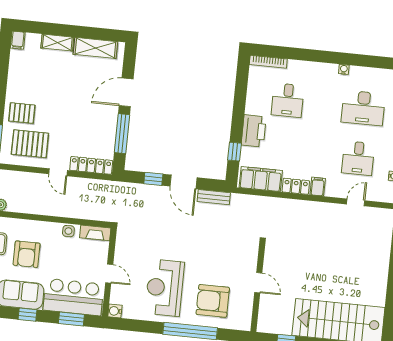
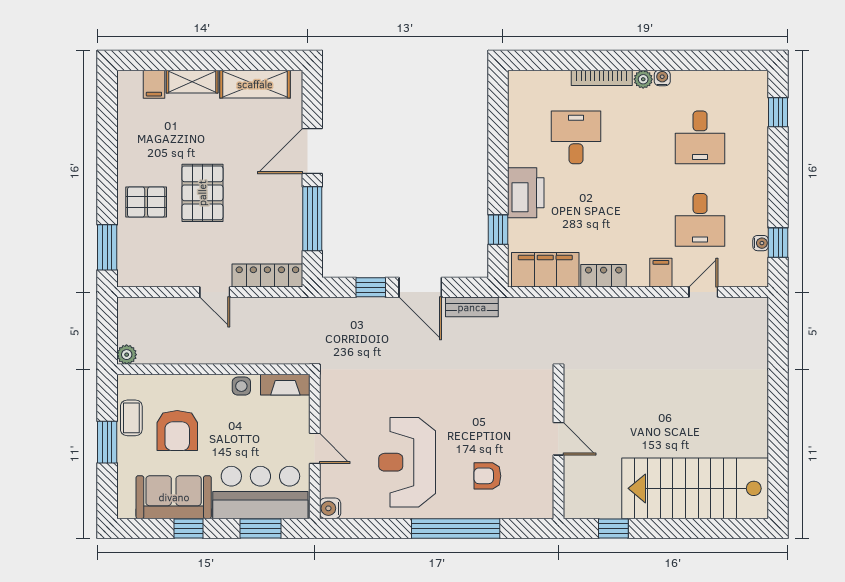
filing cabinet: (18, 40) -> (154, 84), moved
bookcase: (268, 62) -> (602, 78), moved
plant: (332, 69) -> (643, 79), added
desk: (288, 100) -> (576, 137), turned 180
desk: (363, 108) -> (700, 137), width x0.73
pallet: (30, 144) -> (202, 193), moved, turned 90
filing cabinet: (318, 187) -> (661, 273), moved
armchair: (213, 301) -> (487, 476), width x0.53, depth x0.53

